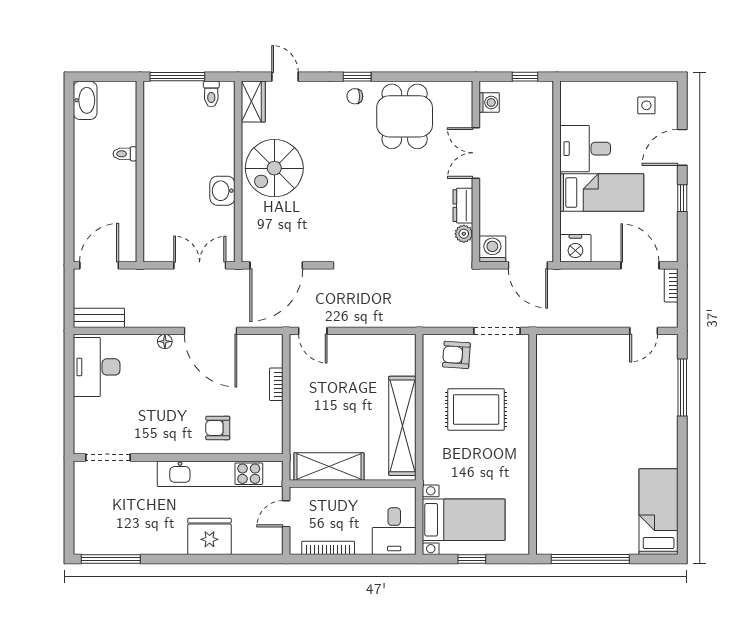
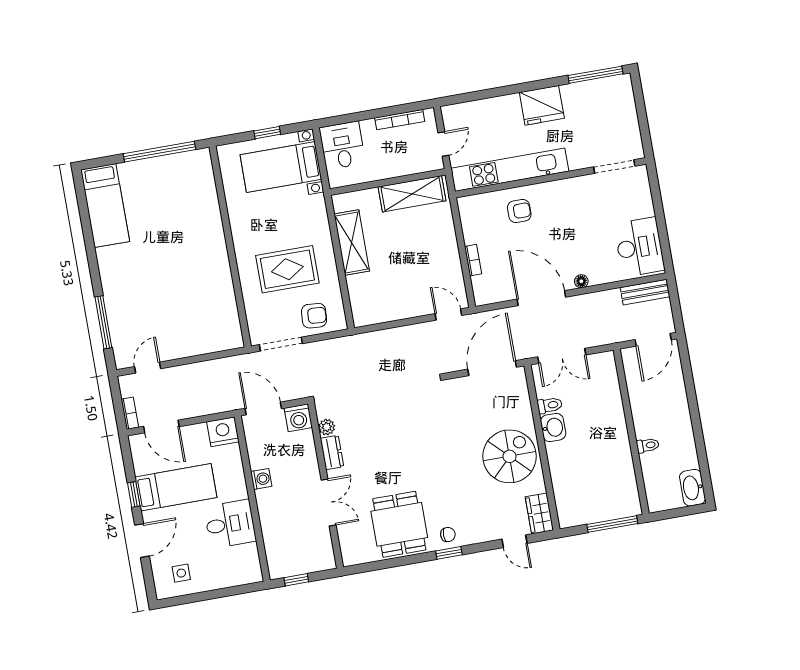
toilet: (211, 94) -> (550, 405), moved, turned 90
washing machine: (489, 102) -> (261, 479), moved, turned 180
bed: (602, 193) -> (176, 487), moved, turned 180
shelving: (402, 426) -> (352, 243), width x0.68
fridge: (209, 536) -> (542, 105), moved

